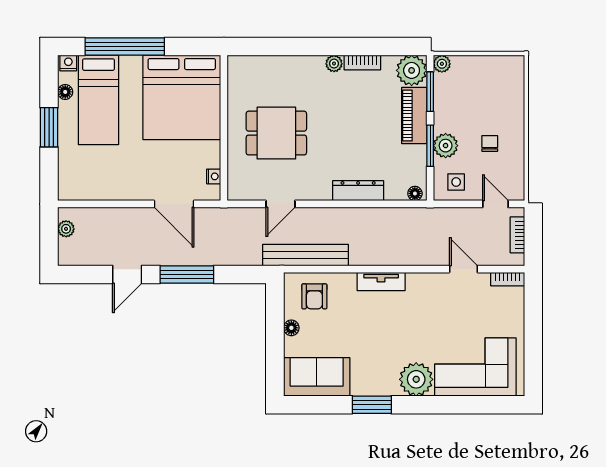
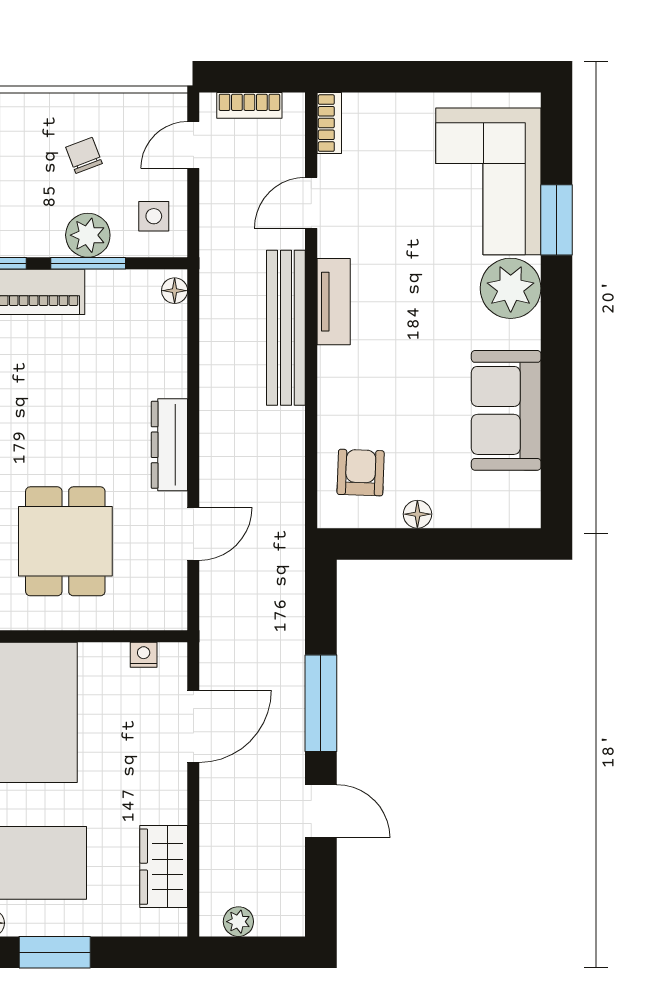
chair: (490, 143) -> (84, 155), turned 69
wardrobe: (96, 187) -> (164, 867), added
dresser: (358, 191) -> (169, 445), moved
door: (280, 204) -> (193, 534), hinge flipped
bench: (306, 255) -> (286, 328), moved
tv unit: (381, 281) -> (334, 302), moved
armchair: (314, 296) -> (361, 473), turned -88
sofa: (317, 377) -> (506, 410), moved
window: (372, 405) -> (557, 220), moved

